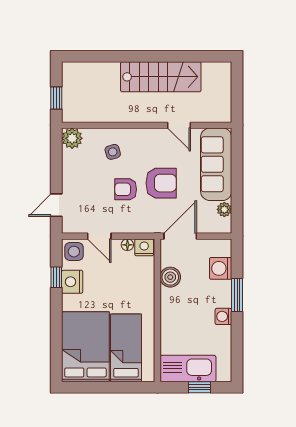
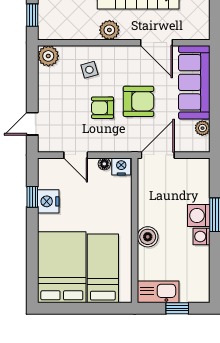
plant: (132, 113) -> (109, 30), added
door: (179, 125) -> (157, 43), width x1.38
side table: (74, 252) -> (50, 171), removed
washing machine: (221, 268) -> (199, 215), moved
boiler: (170, 277) -> (148, 237), moved
kitchen sink: (188, 369) -> (158, 292), width x0.73, depth x0.81

